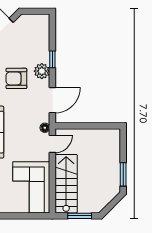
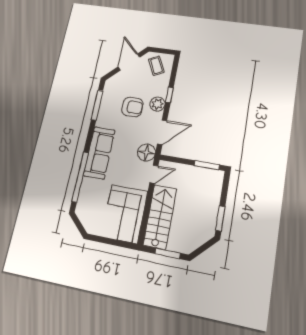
coffee table: (33, 29) -> (156, 66), added
armchair: (16, 78) -> (132, 107), turned 180
window: (102, 126) -> (207, 165), added
floor lamp: (45, 128) -> (146, 153), width x1.89, depth x1.89

